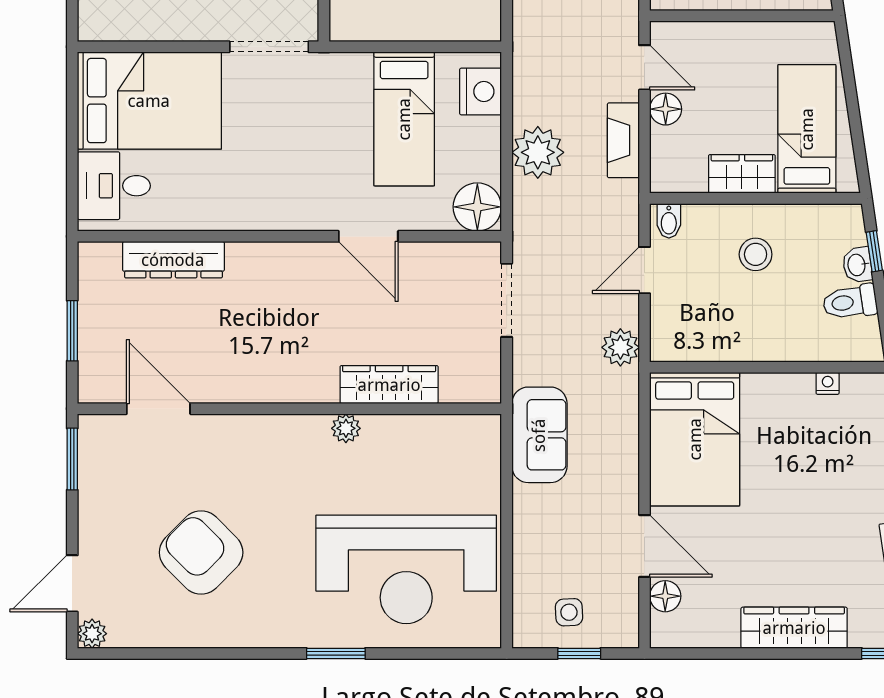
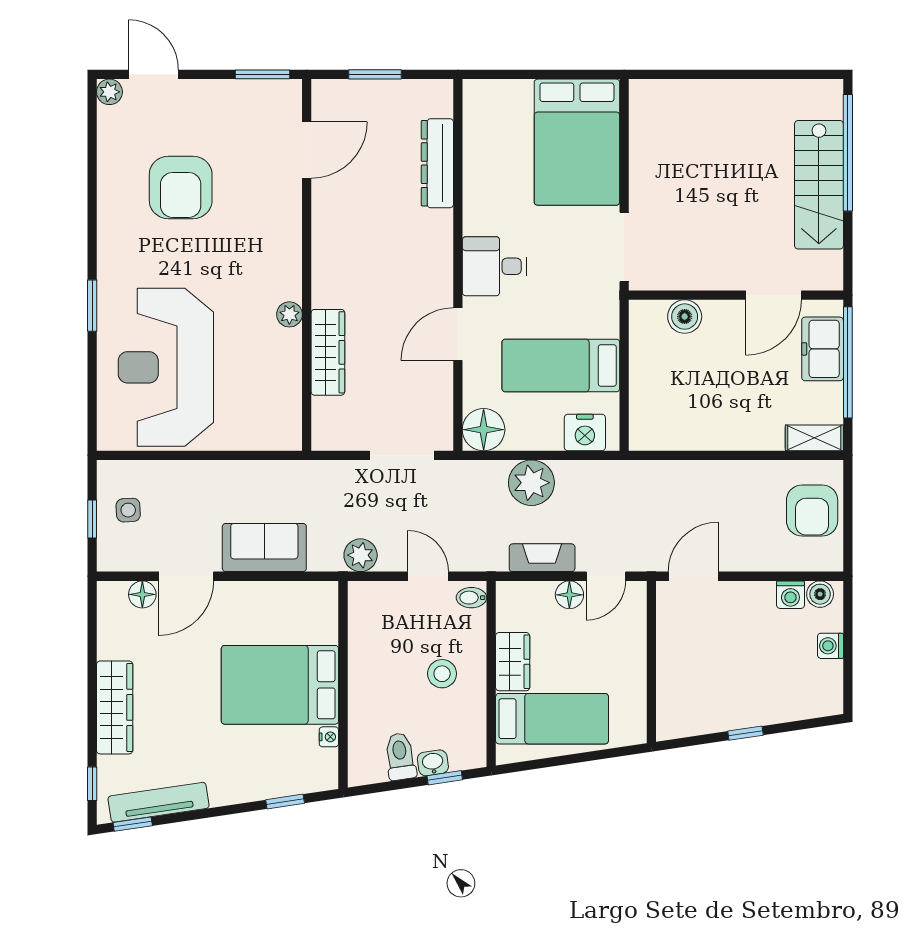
desk: (114, 186) -> (494, 266), moved, turned -90
sofa: (539, 435) -> (264, 548), moved, turned 180
bed: (695, 439) -> (280, 685), moved
armchair: (201, 552) -> (181, 187), turned 135

